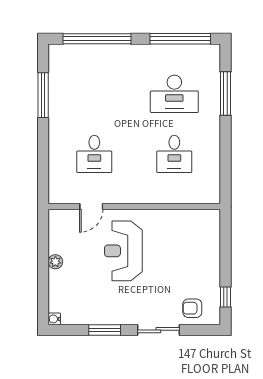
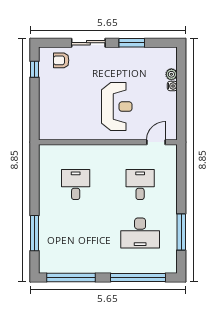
desk: (174, 94) -> (140, 233), moved, turned 180
door: (91, 207) -> (156, 142), moved
plant: (55, 262) -> (171, 74), moved
armchair: (192, 308) -> (61, 60), turned 180
water cooler: (54, 319) -> (172, 86), moved

